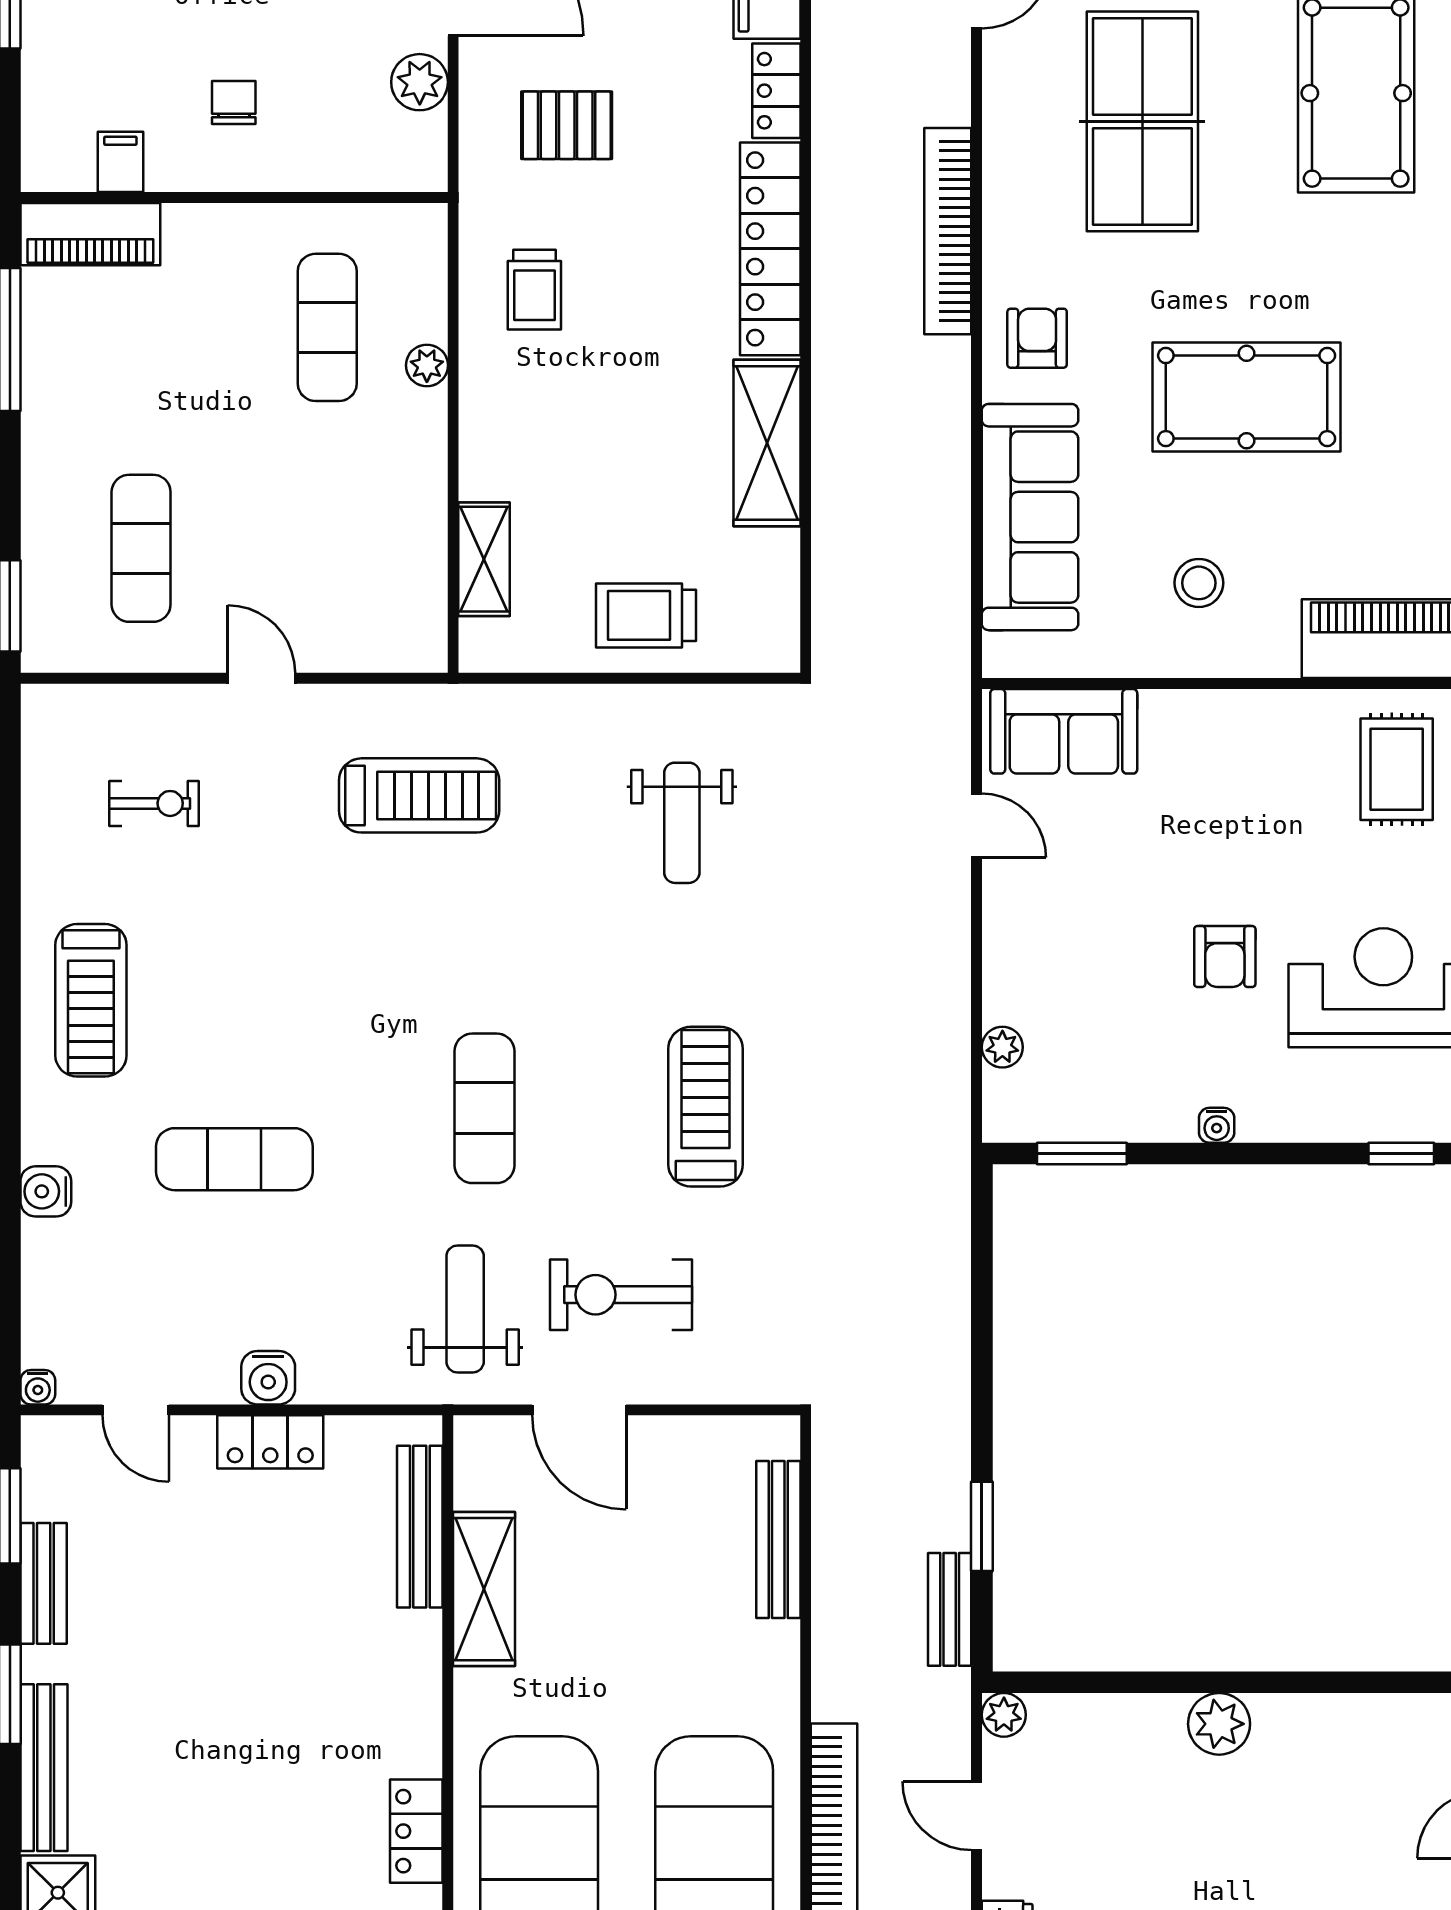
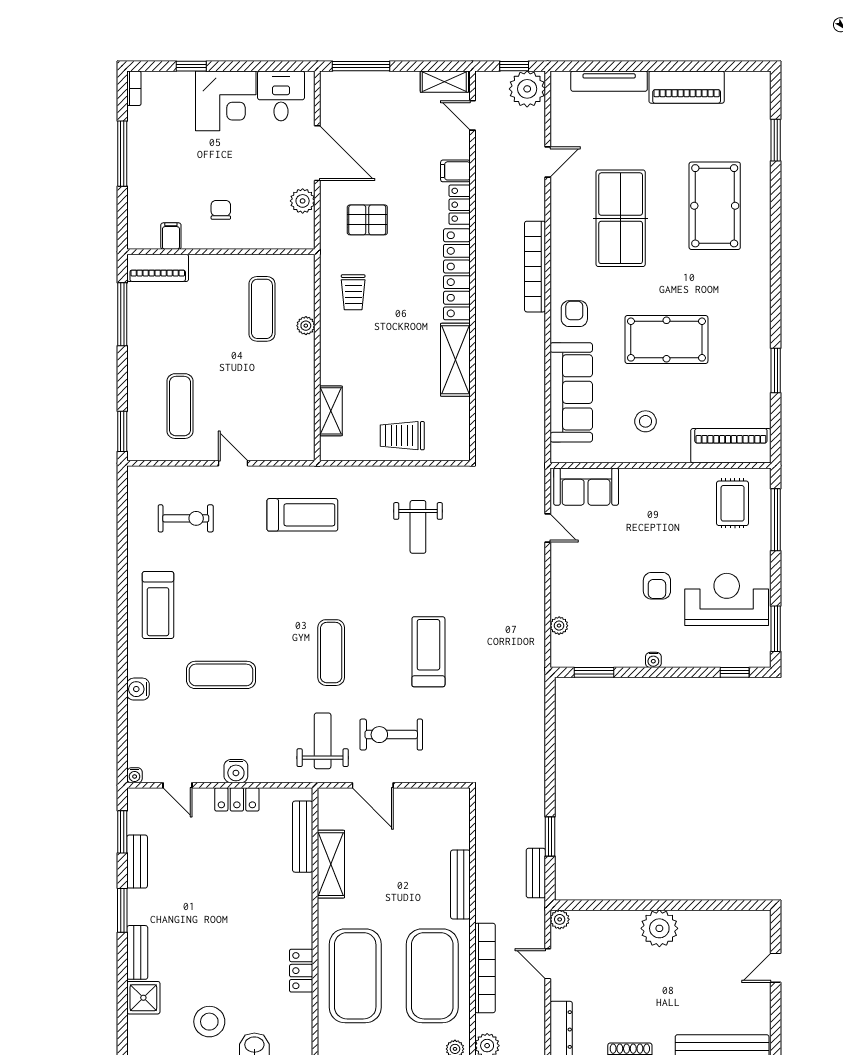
exercise bike: (154, 803) -> (186, 518), width x1.38, depth x1.39
bench: (778, 1539) -> (460, 885), moved
plant: (1219, 1724) -> (659, 928), width x1.36, depth x1.36
bench: (44, 1768) -> (137, 952), width x0.73

